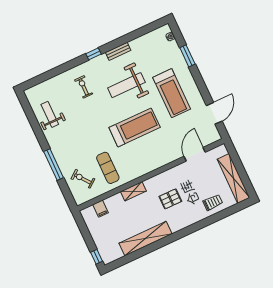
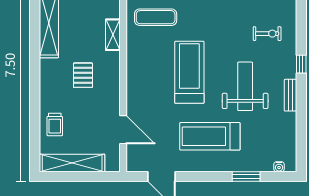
treadmill: (135, 127) -> (189, 72), turned 180

